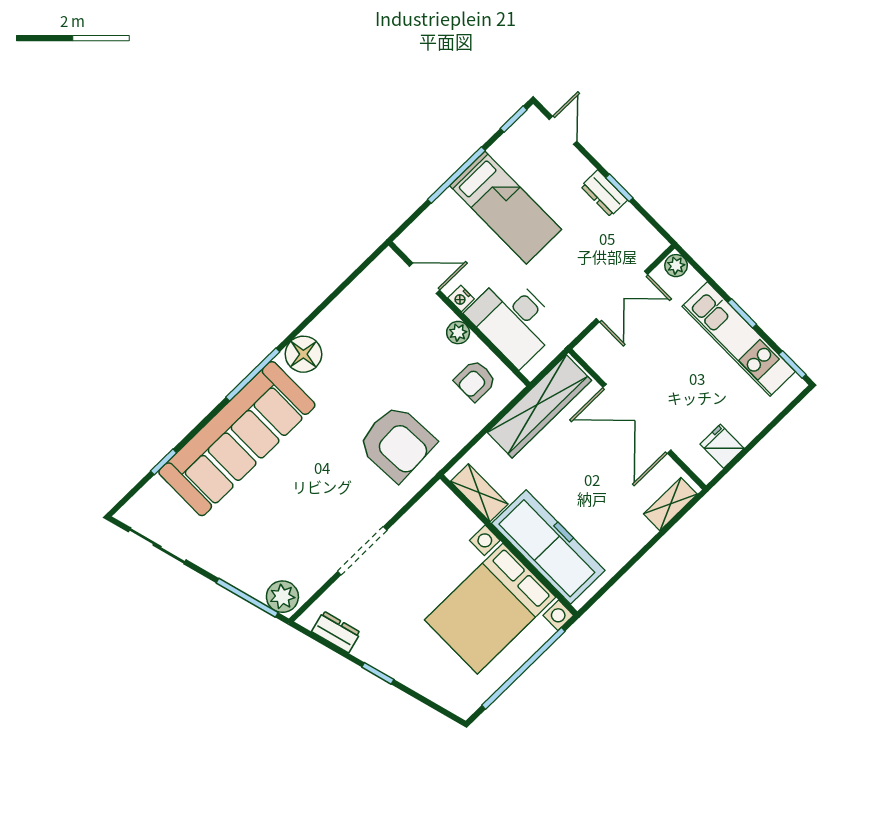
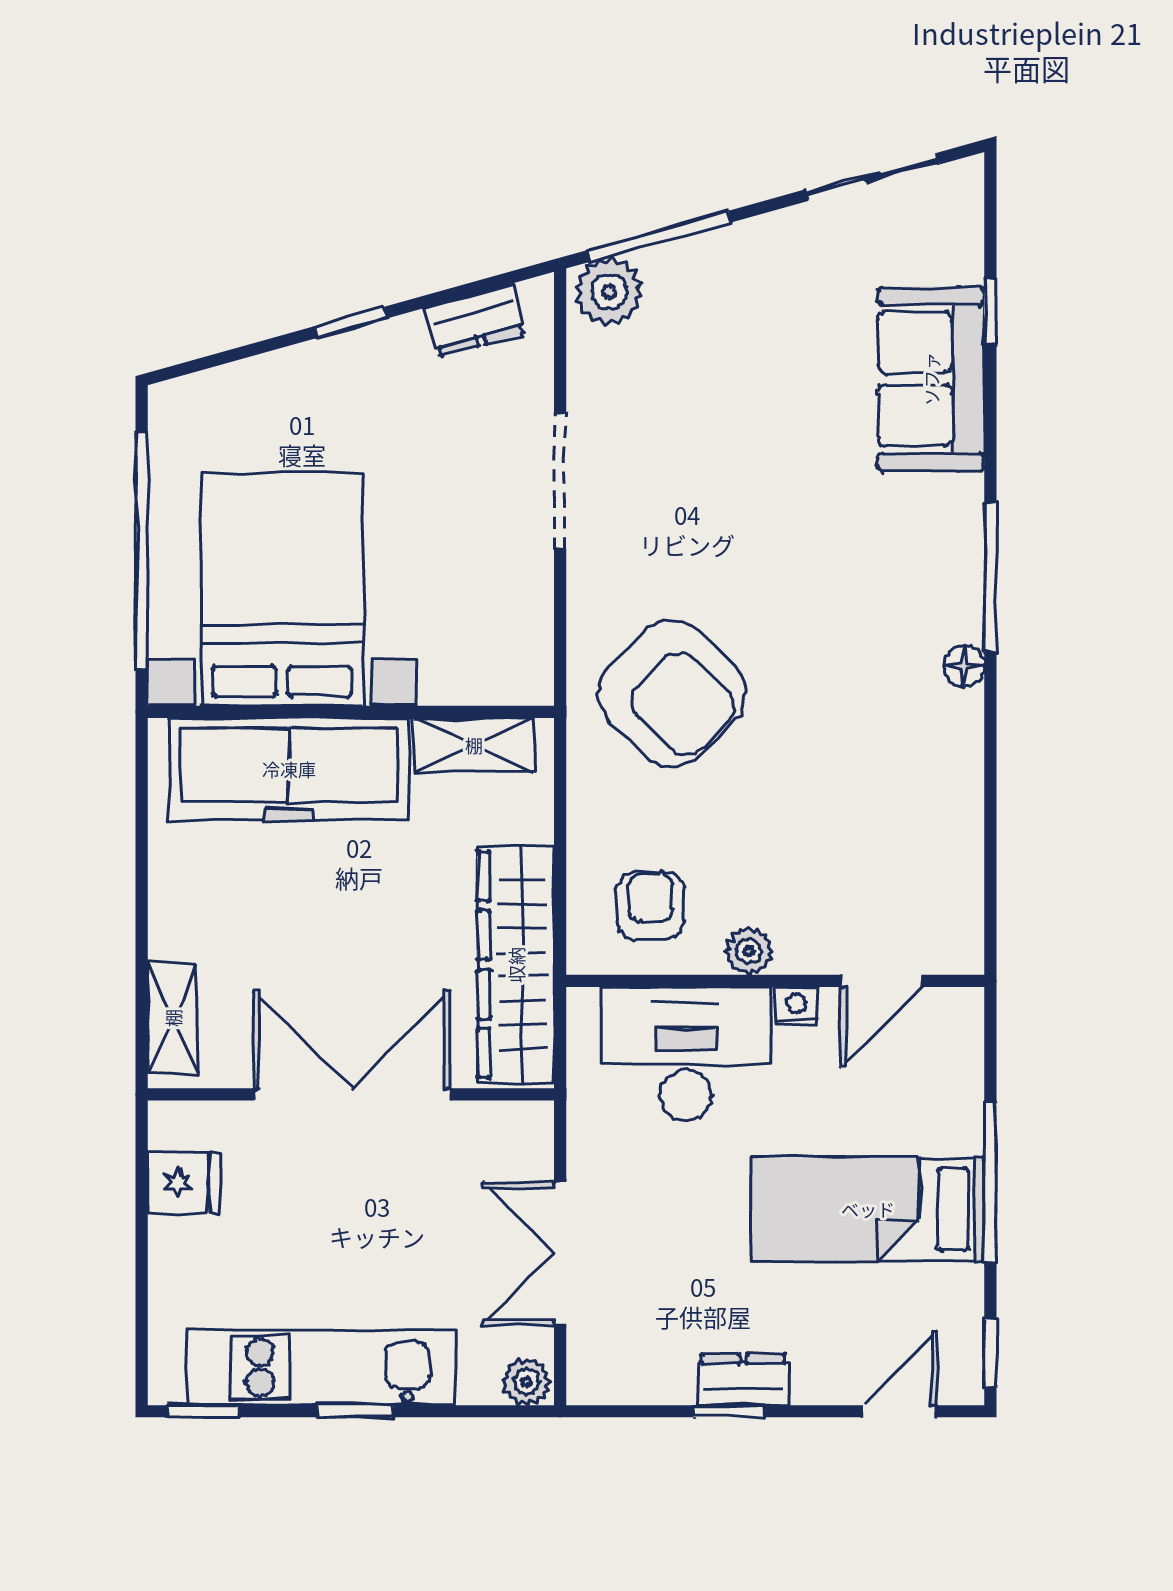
door: (563, 130) -> (900, 1411), swing flipped
floor lamp: (303, 354) -> (964, 666), width x0.53, depth x0.53
sofa: (237, 439) -> (931, 379), width x0.54, depth x0.79
armchair: (397, 443) -> (672, 694), turned -133

